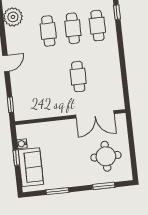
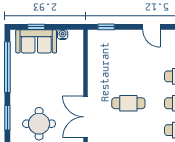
window: (16, 158) -> (36, 27), moved
window: (57, 191) -> (7, 67), width x2.11

